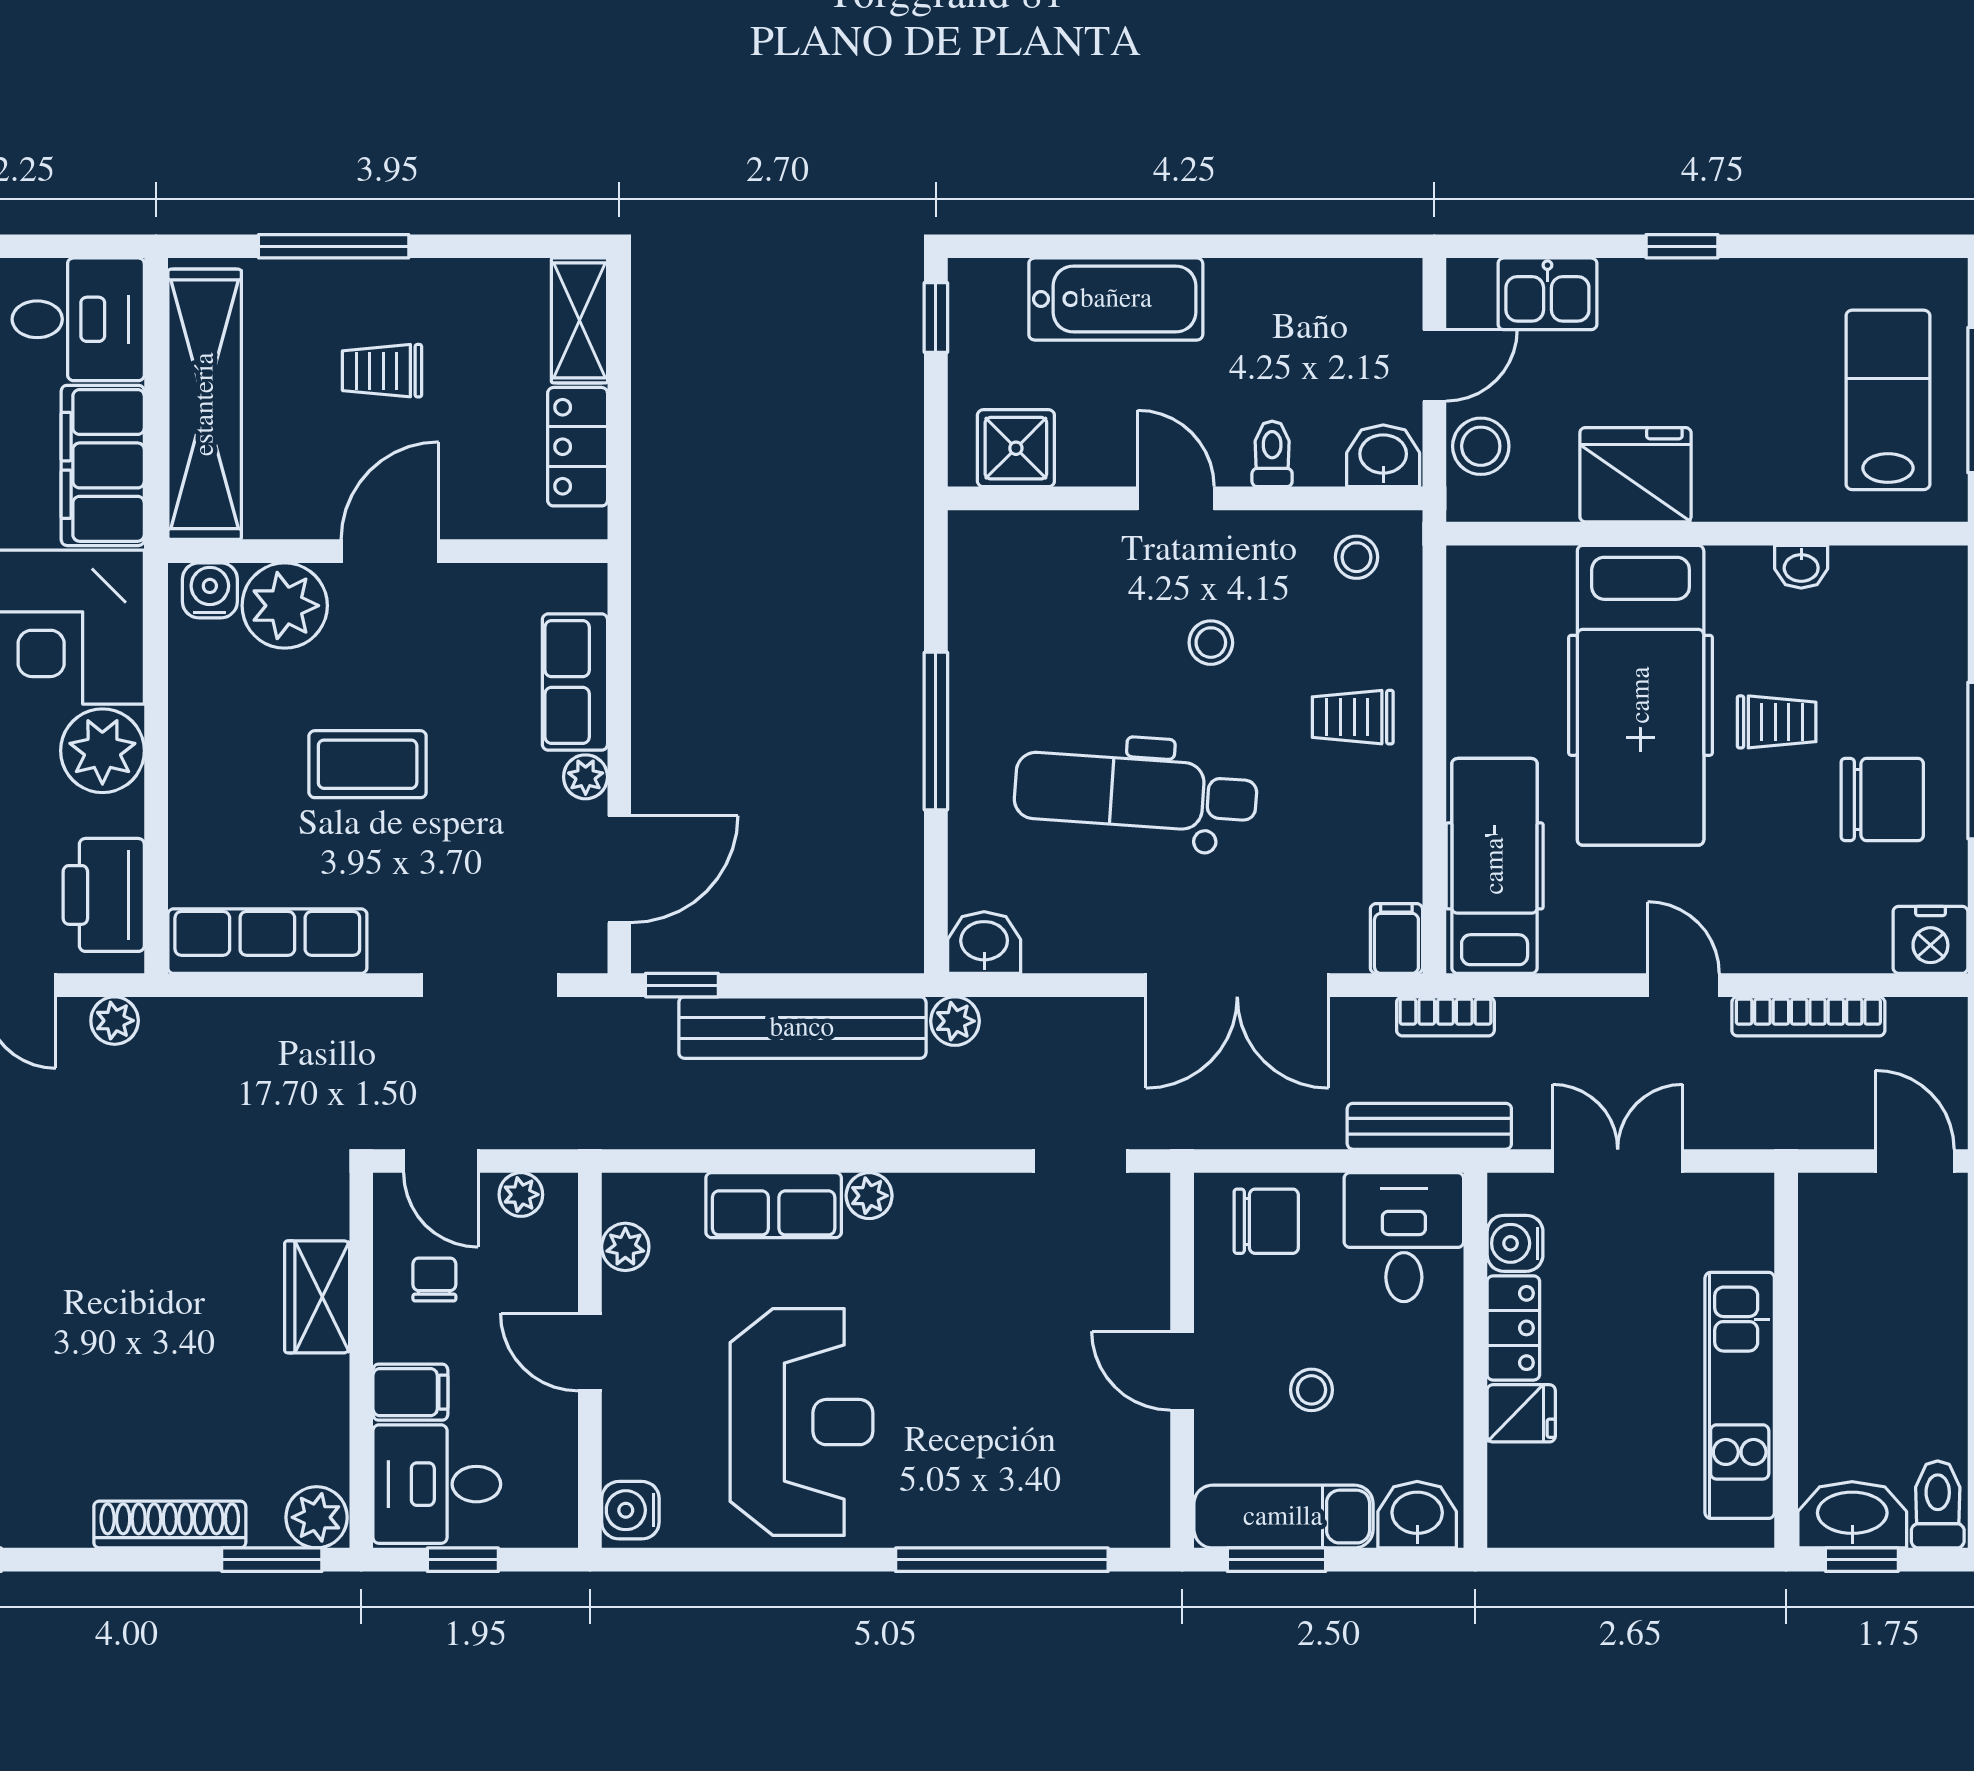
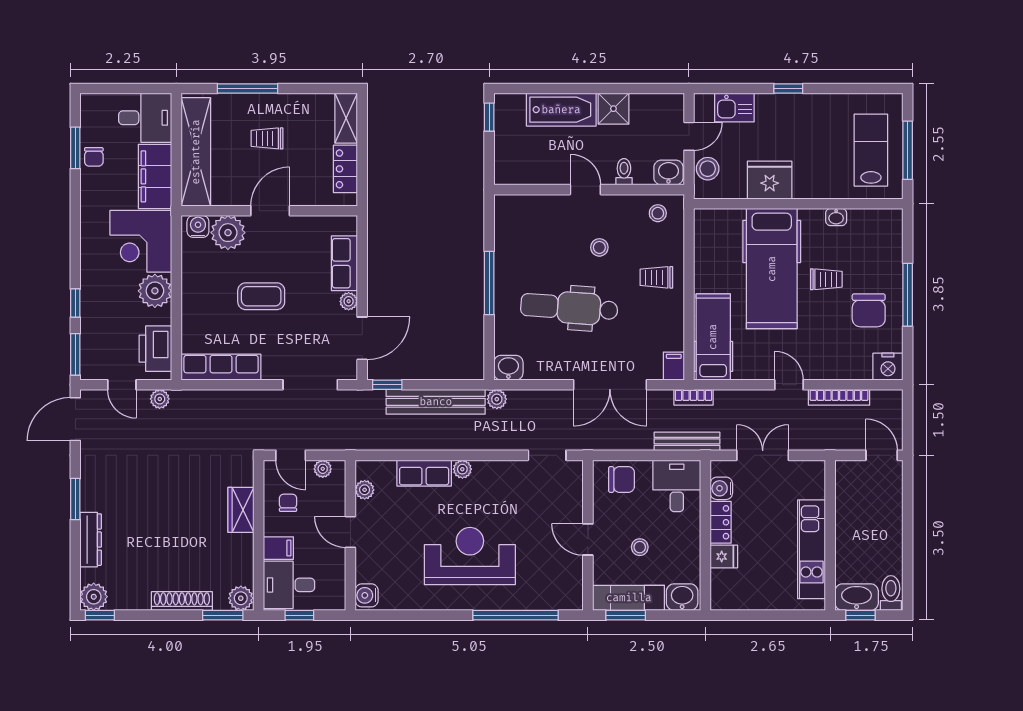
shower: (1016, 448) -> (613, 109), moved
chair: (1882, 799) -> (869, 310), turned 90
reception desk: (801, 1422) -> (470, 556), moved, turned -90

